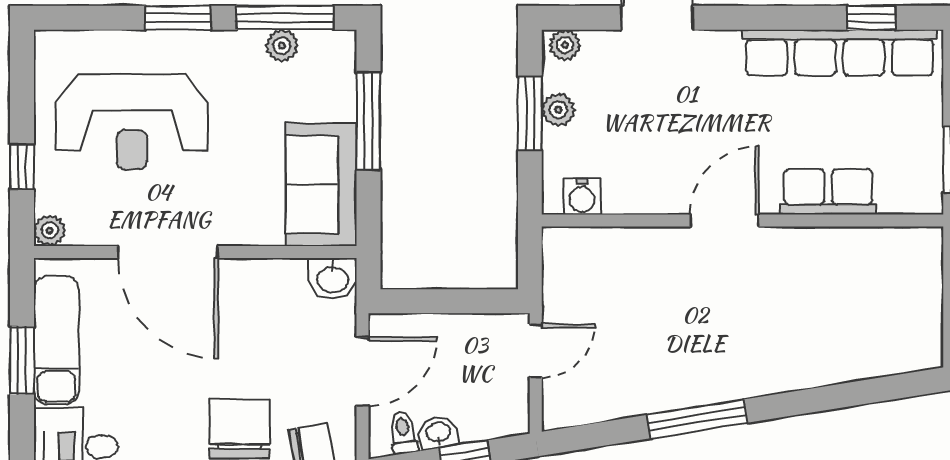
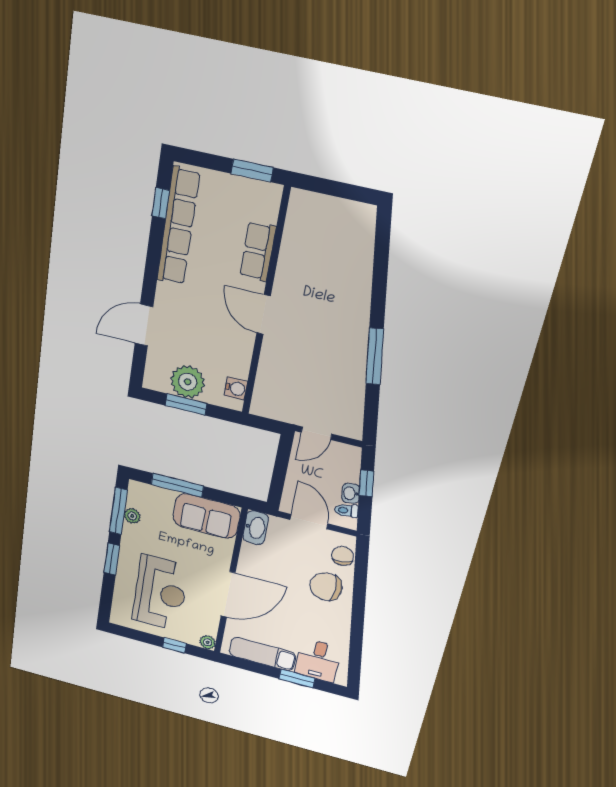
plant: (565, 45) -> (152, 377), removed
plant: (558, 110) -> (188, 382), width x1.88, depth x1.88
washbasin: (332, 278) -> (256, 528), width x1.38
door: (536, 351) -> (317, 433), swing flipped
window: (22, 360) -> (297, 679), moved

